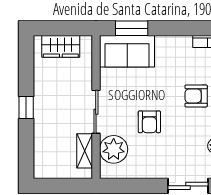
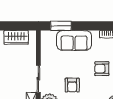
sofa: (127, 51) -> (74, 40), moved

